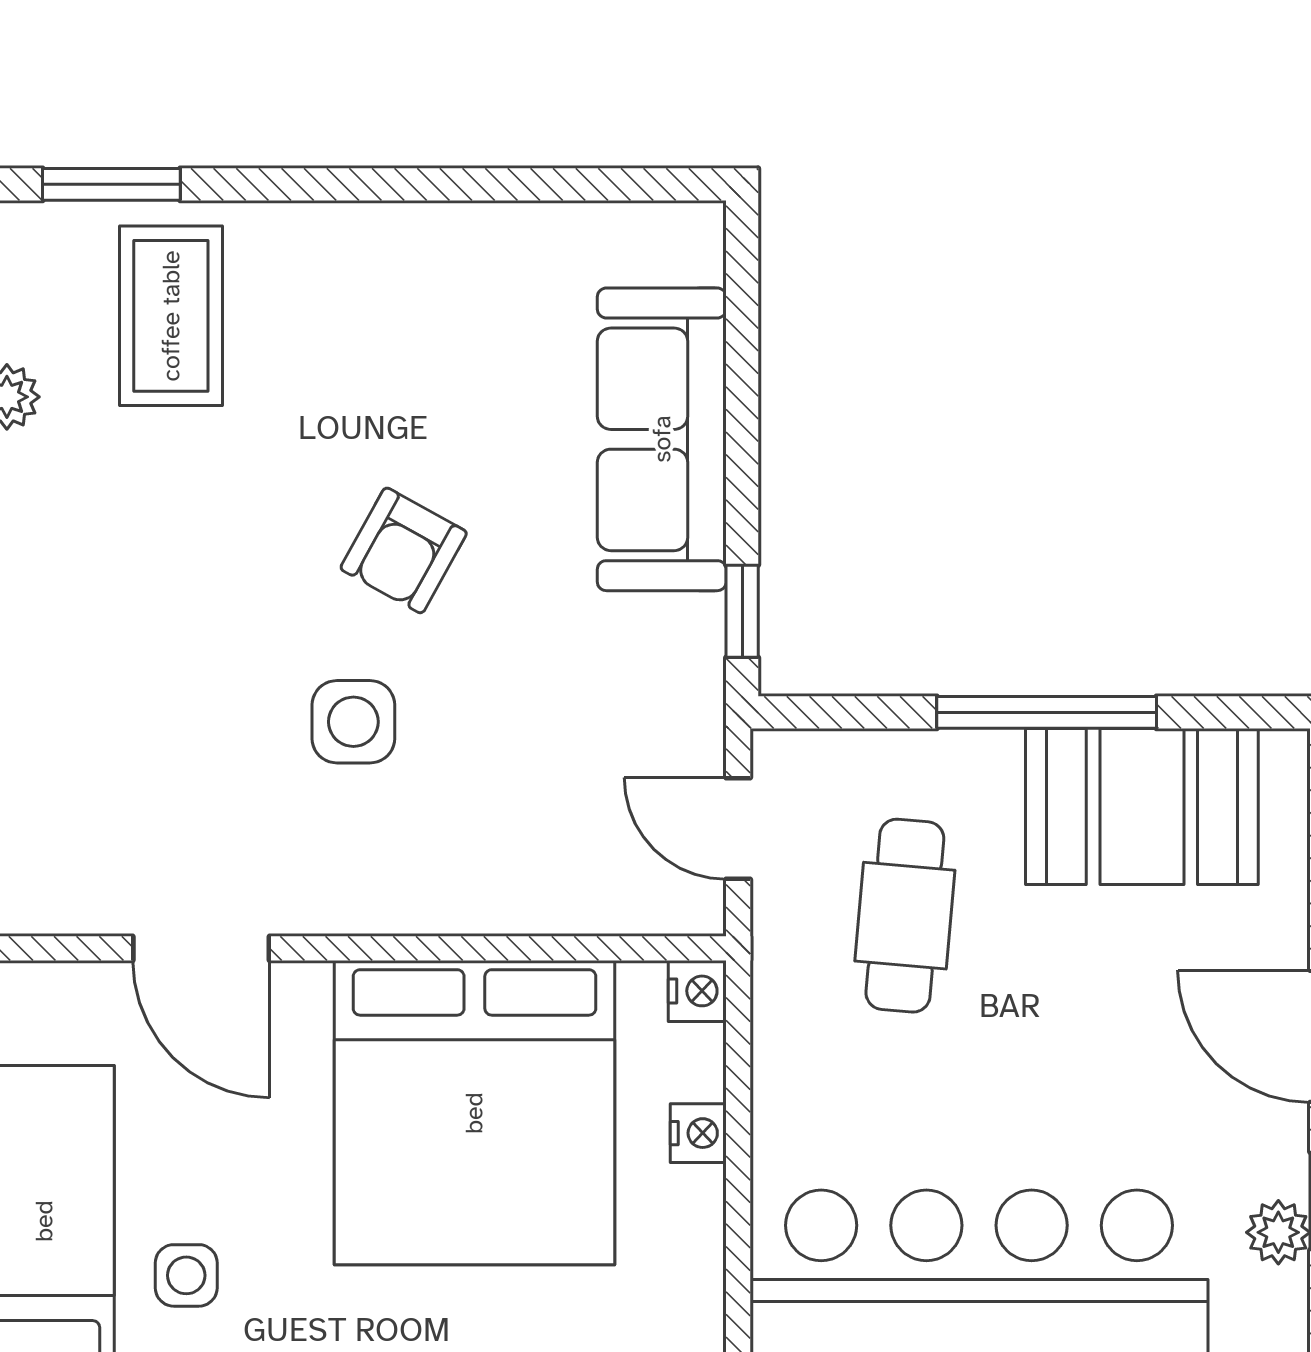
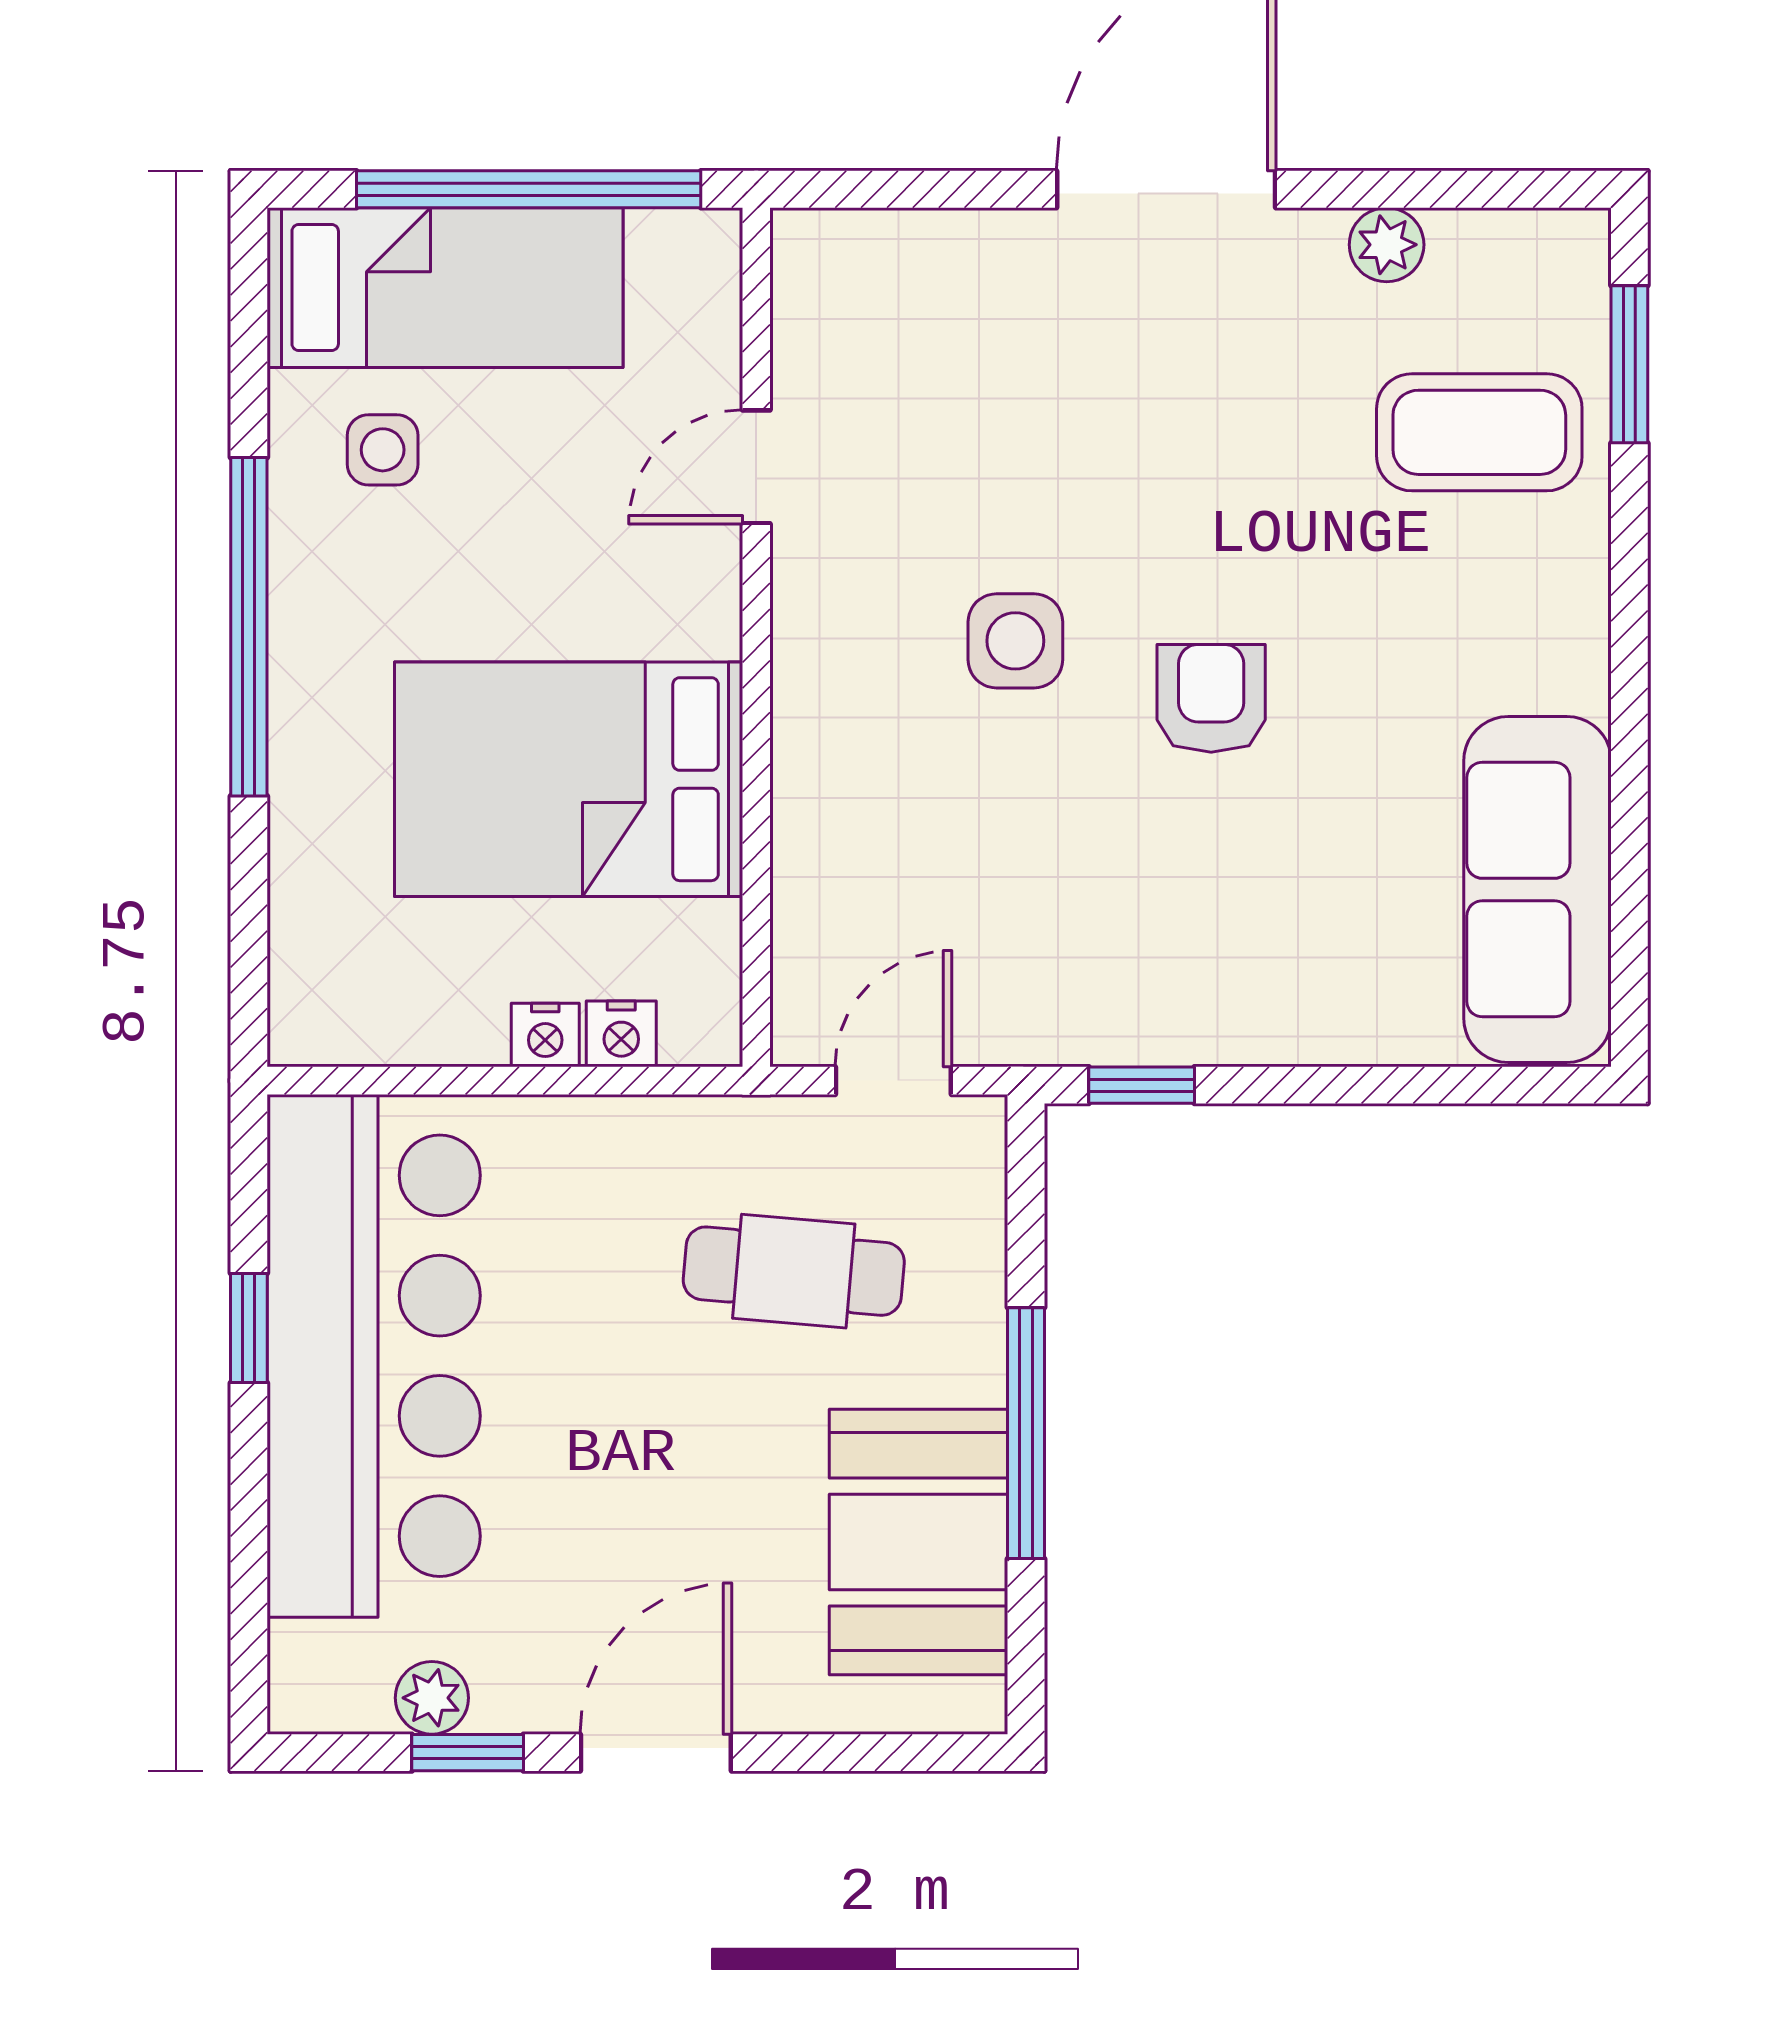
sofa: (662, 439) -> (1538, 890), moved, turned -90
armchair: (404, 550) -> (1211, 698), turned 61
door: (201, 948) -> (756, 467), width x0.73
nightstand: (697, 991) -> (621, 1034), moved
bed: (474, 1113) -> (569, 779), width x0.73

